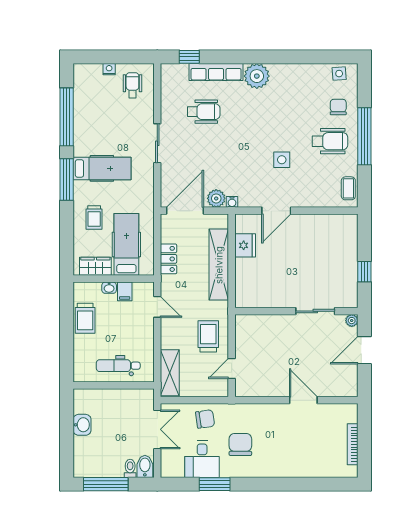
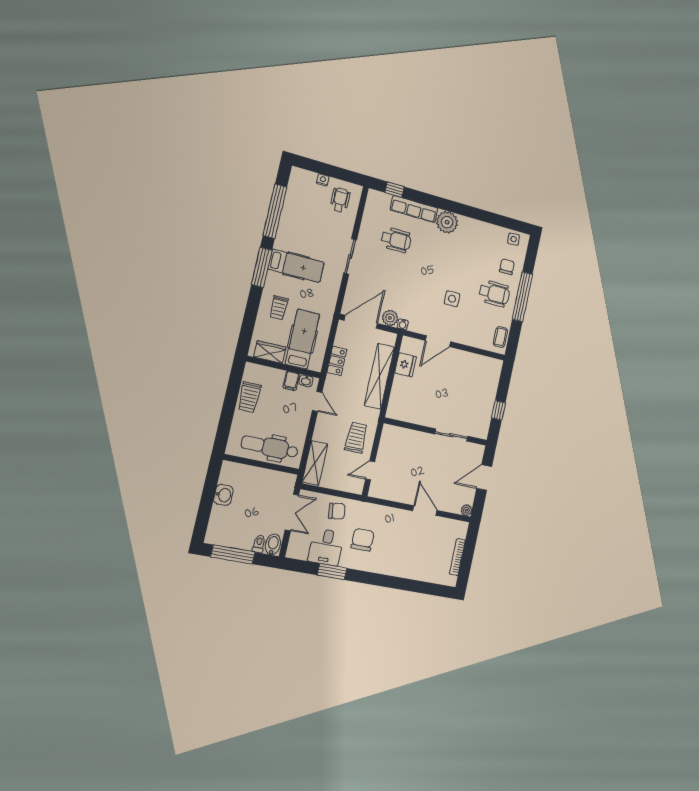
washbasin: (109, 288) -> (306, 381), moved
plant: (352, 321) -> (467, 510), moved
dental chair: (118, 366) -> (270, 447), width x1.36, depth x1.38

